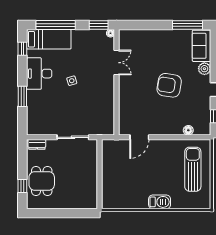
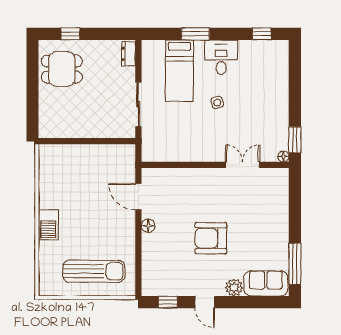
window: (56, 25) -> (295, 80), removed
bed: (49, 39) -> (179, 71), moved
double door: (117, 63) -> (242, 165), swing flipped
desk: (39, 74) -> (221, 57), width x0.73
armchair: (169, 85) -> (211, 238), turned -99
floor lamp: (188, 130) -> (148, 226), moved
dining table: (42, 181) -> (62, 69), moved

